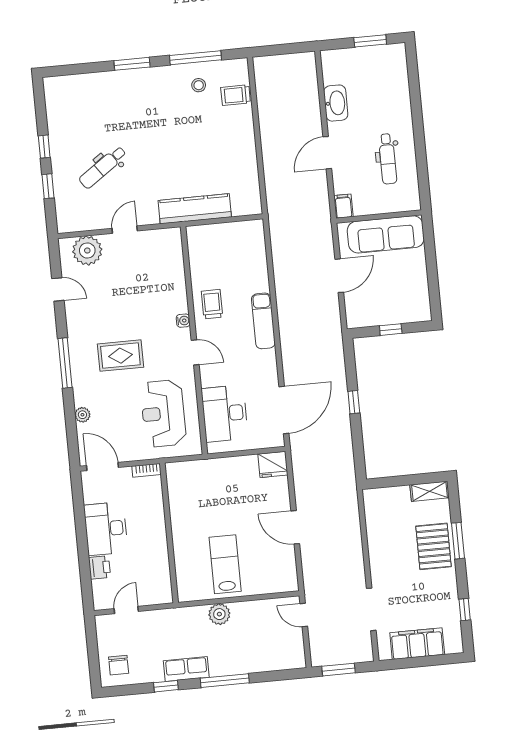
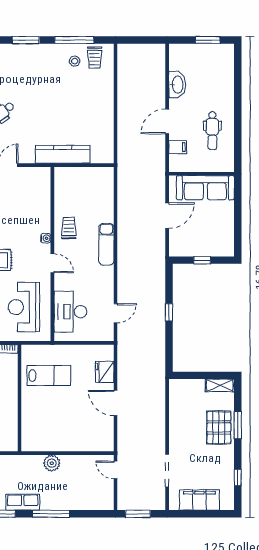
trolley: (236, 95) -> (94, 58), moved, turned -90
filing cabinet: (343, 206) -> (178, 147), moved, turned 90
door: (284, 410) -> (116, 313), width x0.53
fridge: (273, 464) -> (105, 372), moved, turned 90
lab bench: (225, 564) -> (49, 376), moved, turned 90

